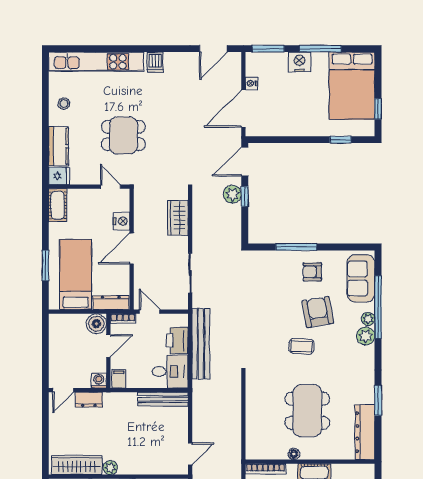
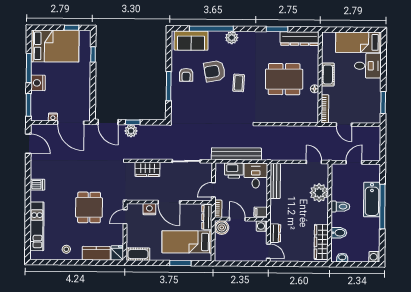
kitchen unit: (96, 62) -> (37, 226), width x0.73
plant: (368, 319) -> (220, 36), removed
plant: (110, 468) -> (319, 193), moved, width x1.87, depth x1.87

